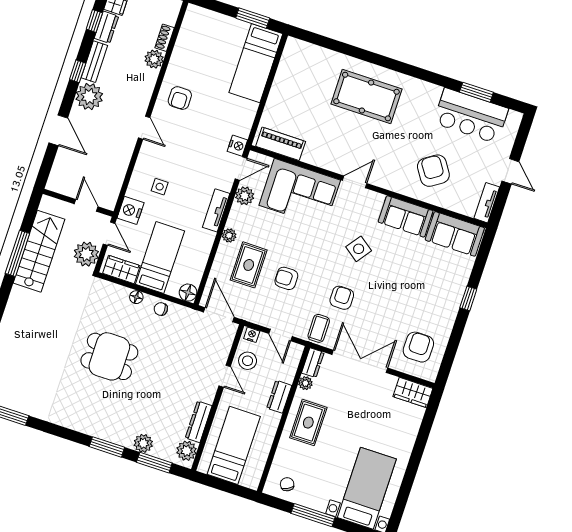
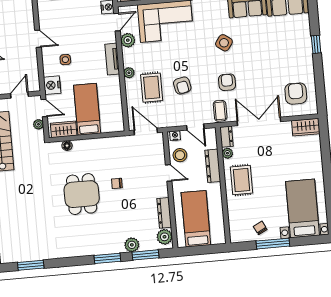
door: (144, 128) -> (38, 39), moved
door: (86, 205) -> (19, 95), hinge flipped
plant: (86, 254) -> (38, 124), width x0.53, depth x0.53
armchair: (286, 278) -> (182, 85), turned -102
floor lamp: (188, 293) -> (117, 125), removed
floor lamp: (136, 297) -> (67, 146), moved
chair: (161, 309) -> (117, 183), moved
dining table: (109, 356) -> (82, 194), turned 90
dresser: (279, 397) -> (213, 166), width x1.44
chair: (287, 484) -> (260, 228), moved

